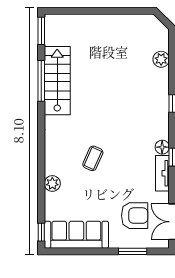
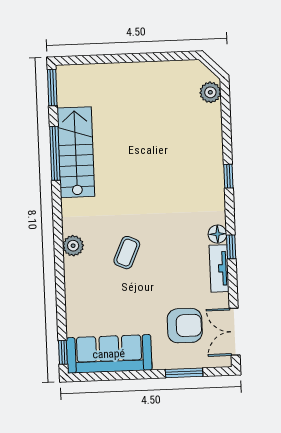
plant: (161, 59) -> (210, 92), moved
plant: (52, 184) -> (73, 246), moved

